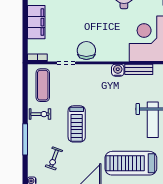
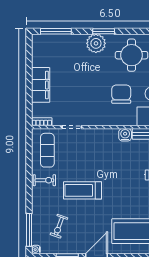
chair: (86, 50) -> (121, 94), moved
treadmill: (77, 124) -> (83, 190), turned 90
window: (25, 139) -> (29, 230), moved

